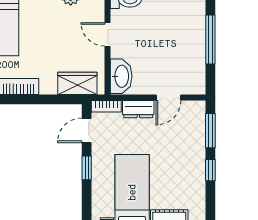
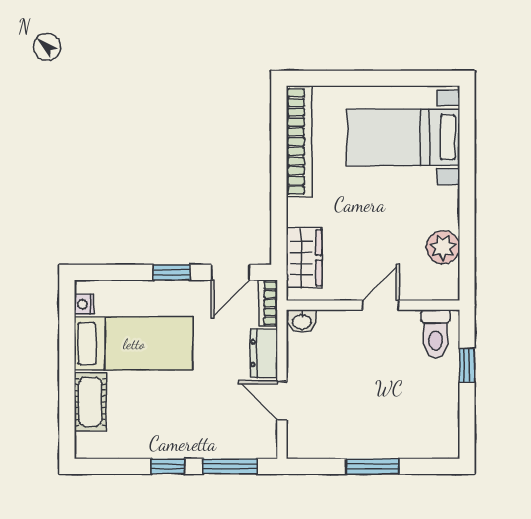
window: (210, 39) -> (373, 466), width x0.69
washbasin: (121, 76) -> (302, 321), width x0.52, depth x0.69
door: (87, 130) -> (230, 272), swing flipped

